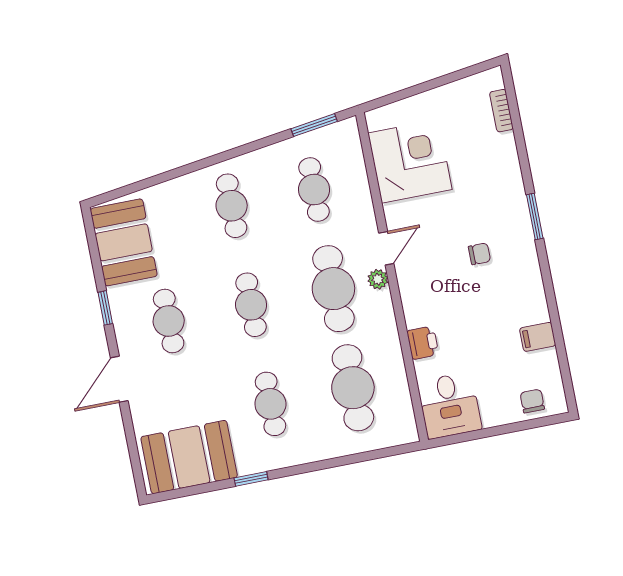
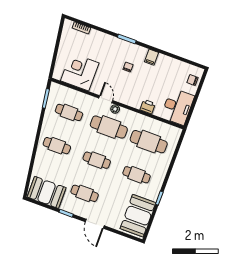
filing cabinet: (538, 337) -> (151, 57), moved
desk: (450, 405) -> (178, 107), width x1.37

